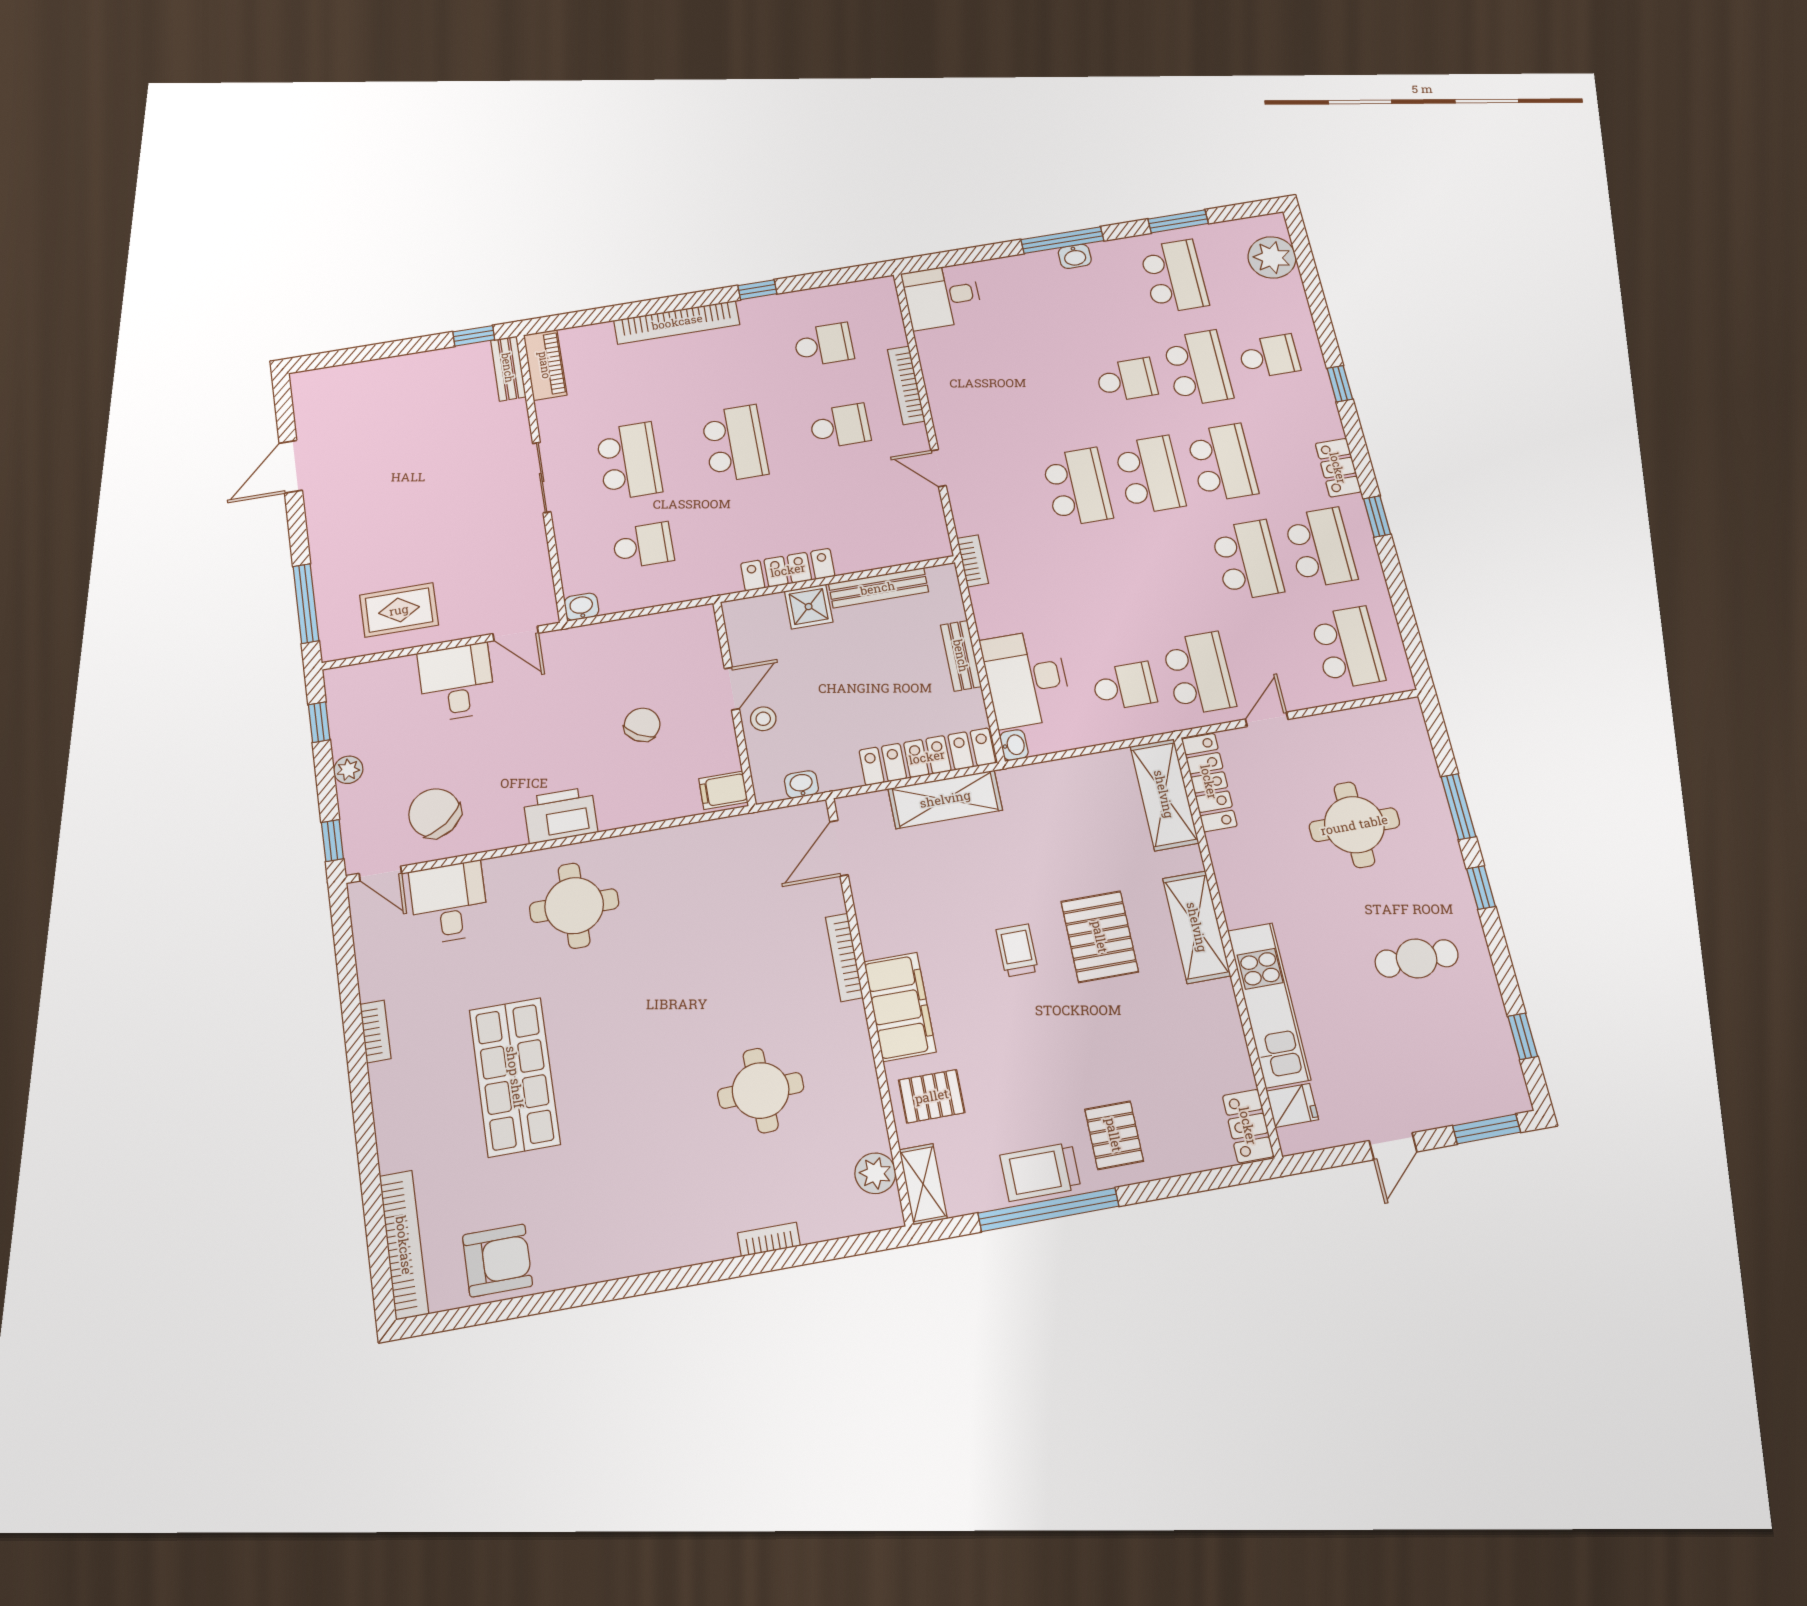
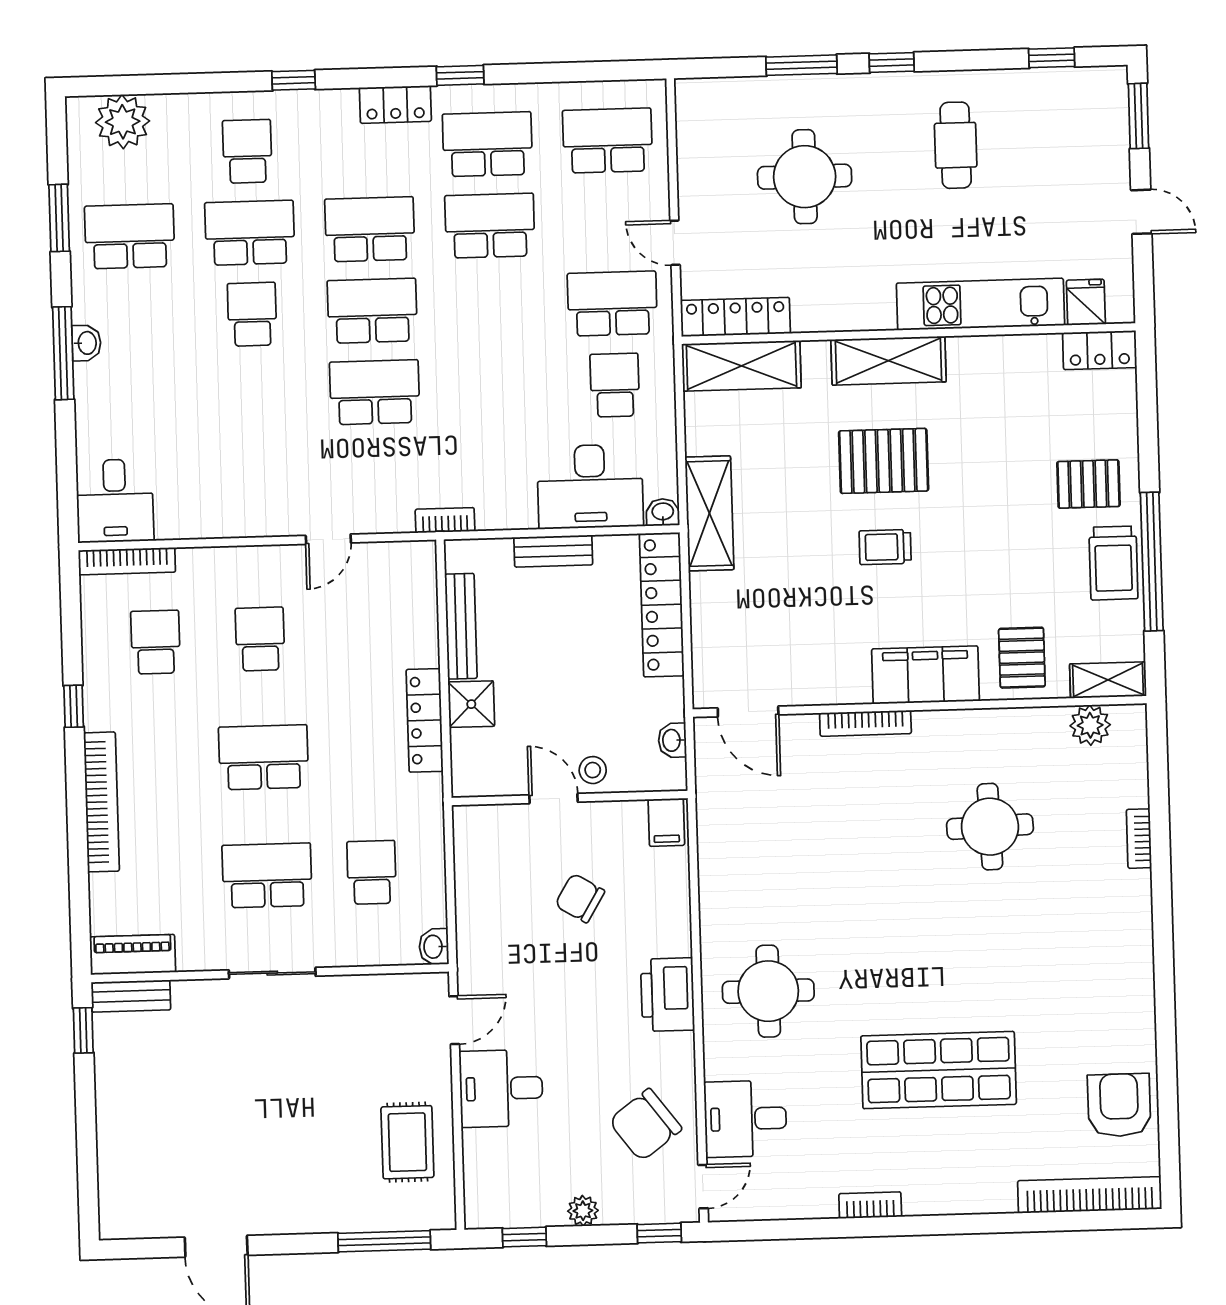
bookcase: (906, 385) -> (127, 561), moved
shelving: (945, 799) -> (709, 513), moved

